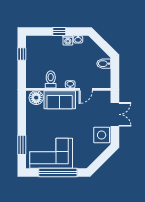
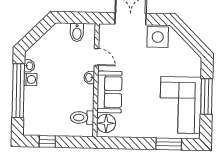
window: (59, 31) -> (18, 91), width x3.17
bidet: (104, 64) -> (77, 32), moved
toilet: (51, 80) -> (82, 118), moved
window: (58, 172) -> (206, 96), width x0.68

